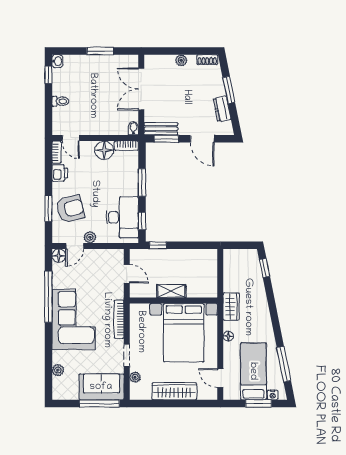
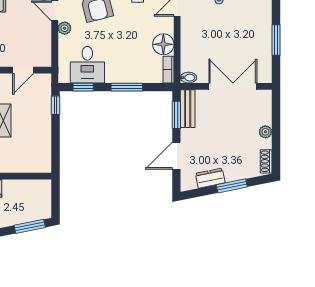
desk: (122, 217) -> (87, 65), width x0.73
window: (265, 268) -> (30, 226), width x1.50

